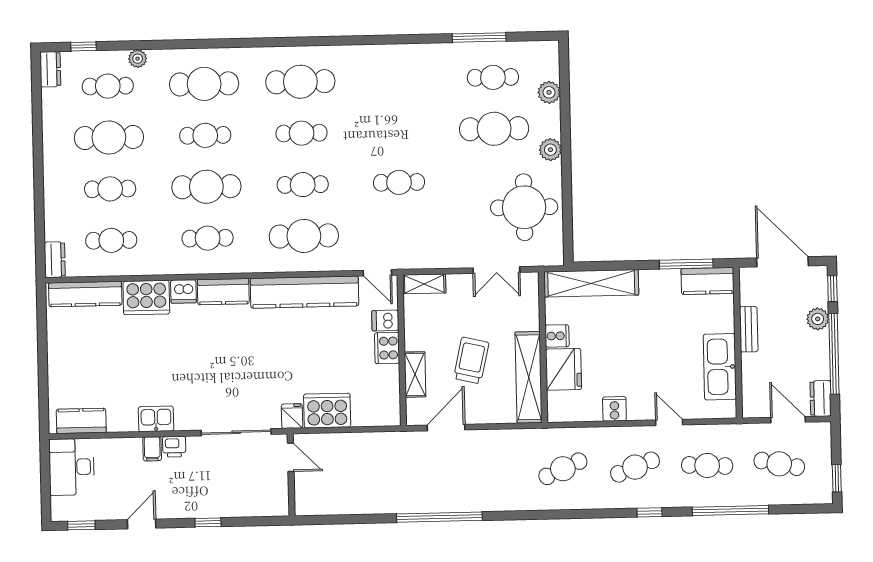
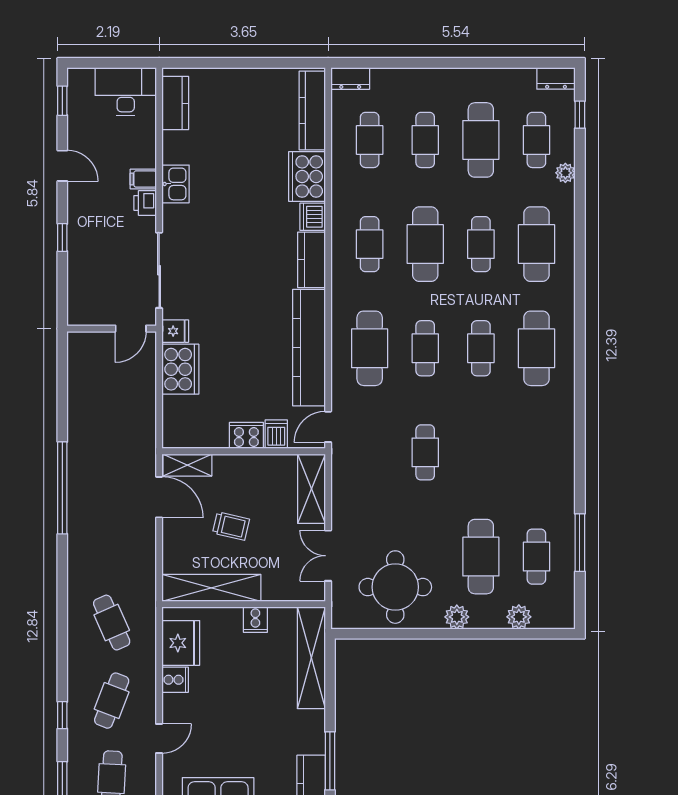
shelving: (424, 284) -> (311, 489), width x1.50, depth x1.33
trolley: (471, 360) -> (231, 526), width x0.73, depth x0.72
fridge: (564, 369) -> (181, 643), moved, turned -90
shelving: (415, 374) -> (187, 465), moved
cafe table: (635, 467) -> (112, 701), turned 42

